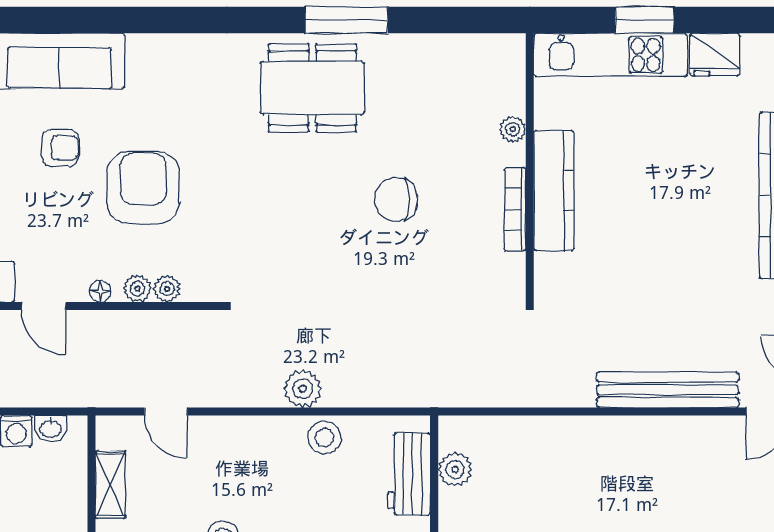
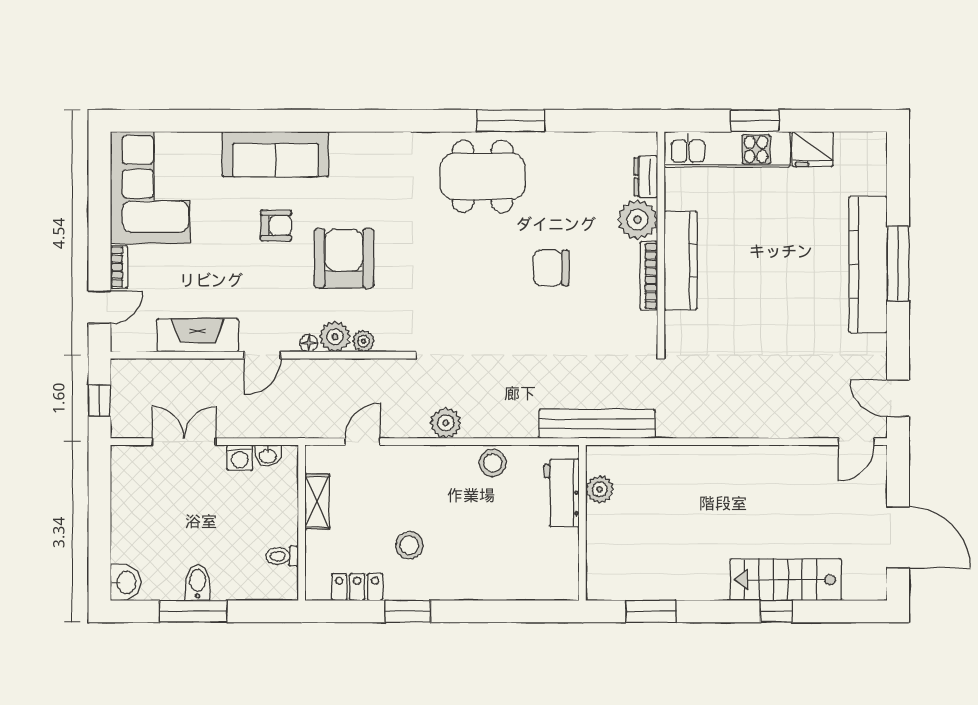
dresser: (512, 88) -> (646, 177), added
plant: (513, 129) -> (638, 220), width x1.87, depth x1.87
plant: (137, 288) -> (335, 337), width x1.38, depth x1.38
door: (44, 306) -> (262, 355), hinge flipped
plant: (303, 389) -> (446, 423), moved
bench: (668, 390) -> (597, 424), moved
door: (166, 411) -> (362, 442), swing flipped

